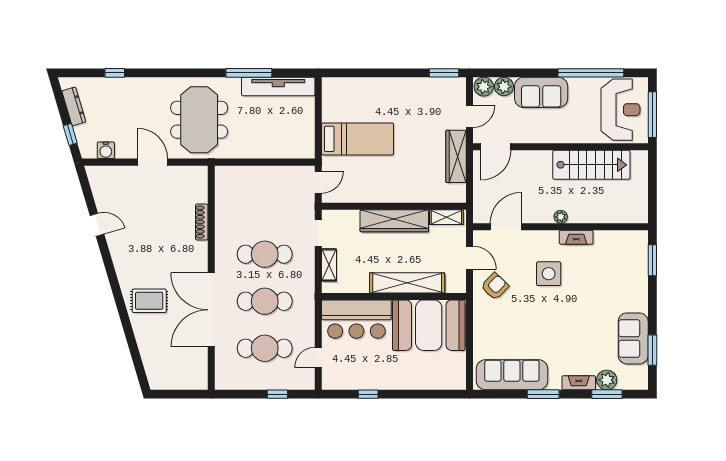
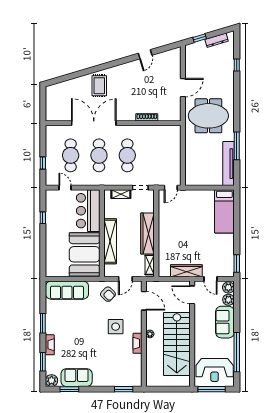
bed: (358, 139) -> (224, 211), moved
water cooler: (106, 150) -> (190, 60), removed
stairs: (591, 165) -> (177, 344), width x1.36, depth x1.51
door: (318, 182) -> (171, 188), hinge flipped
sofa: (512, 375) -> (67, 290), moved, turned 90
plant: (607, 380) -> (52, 381), moved

